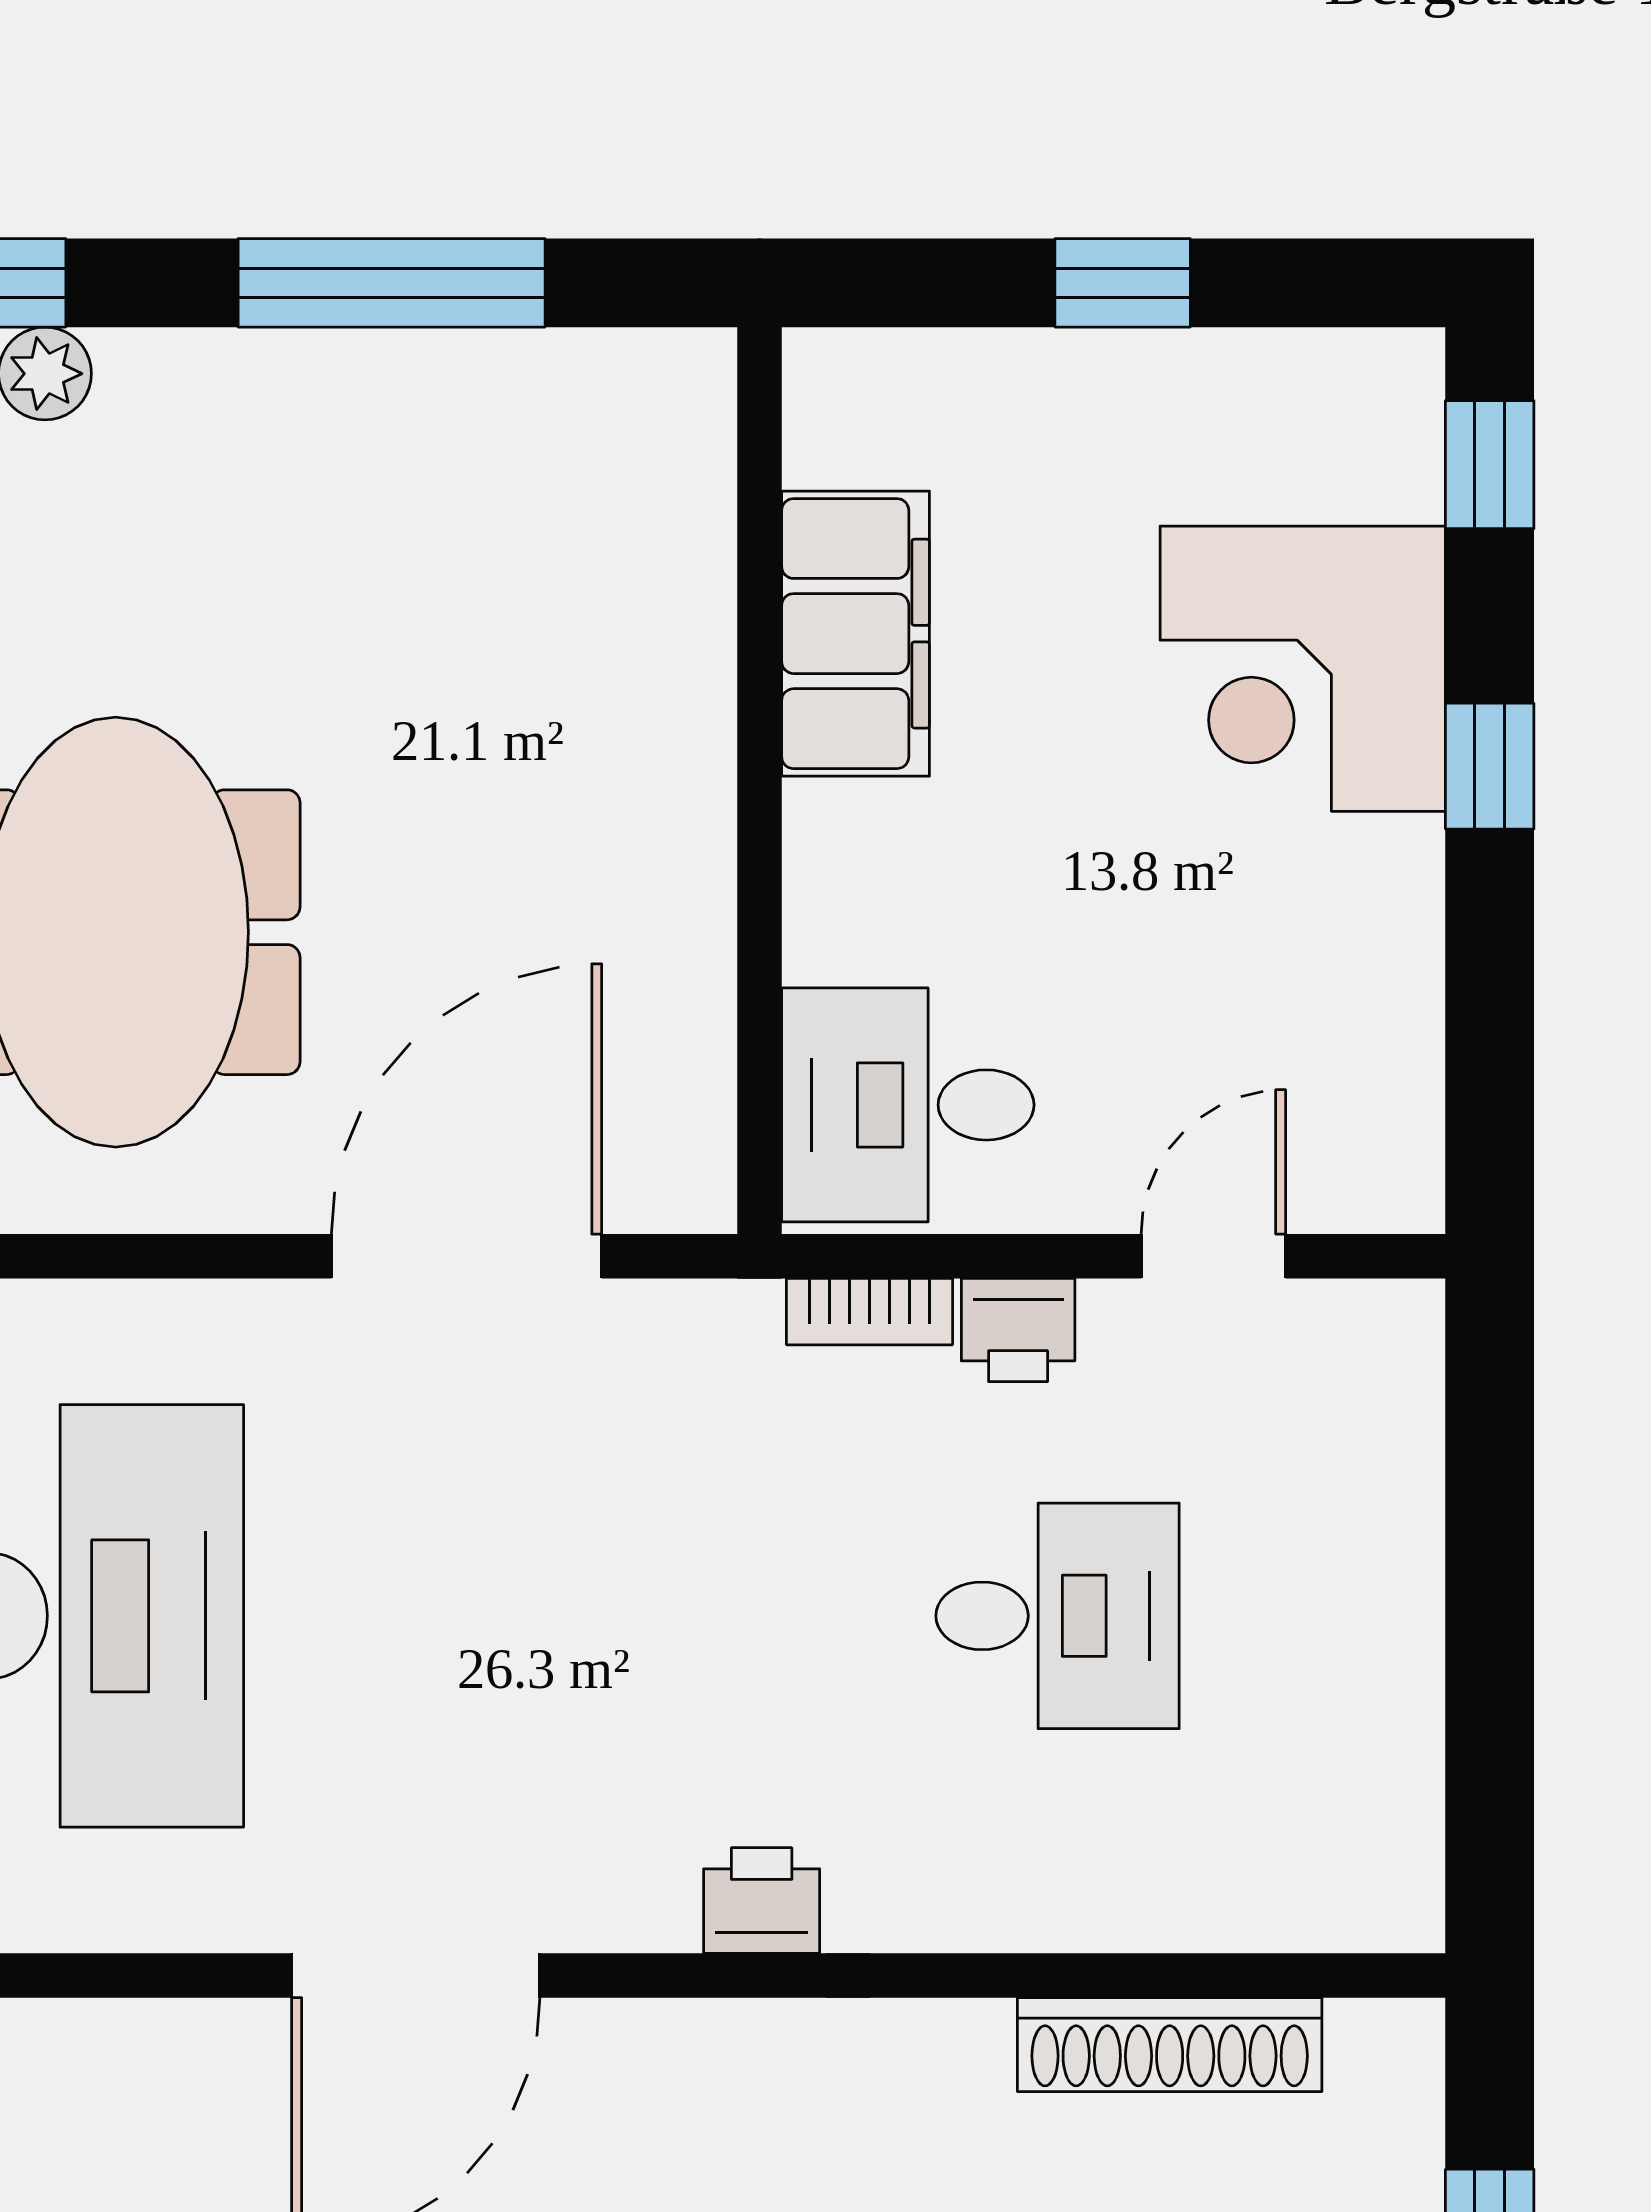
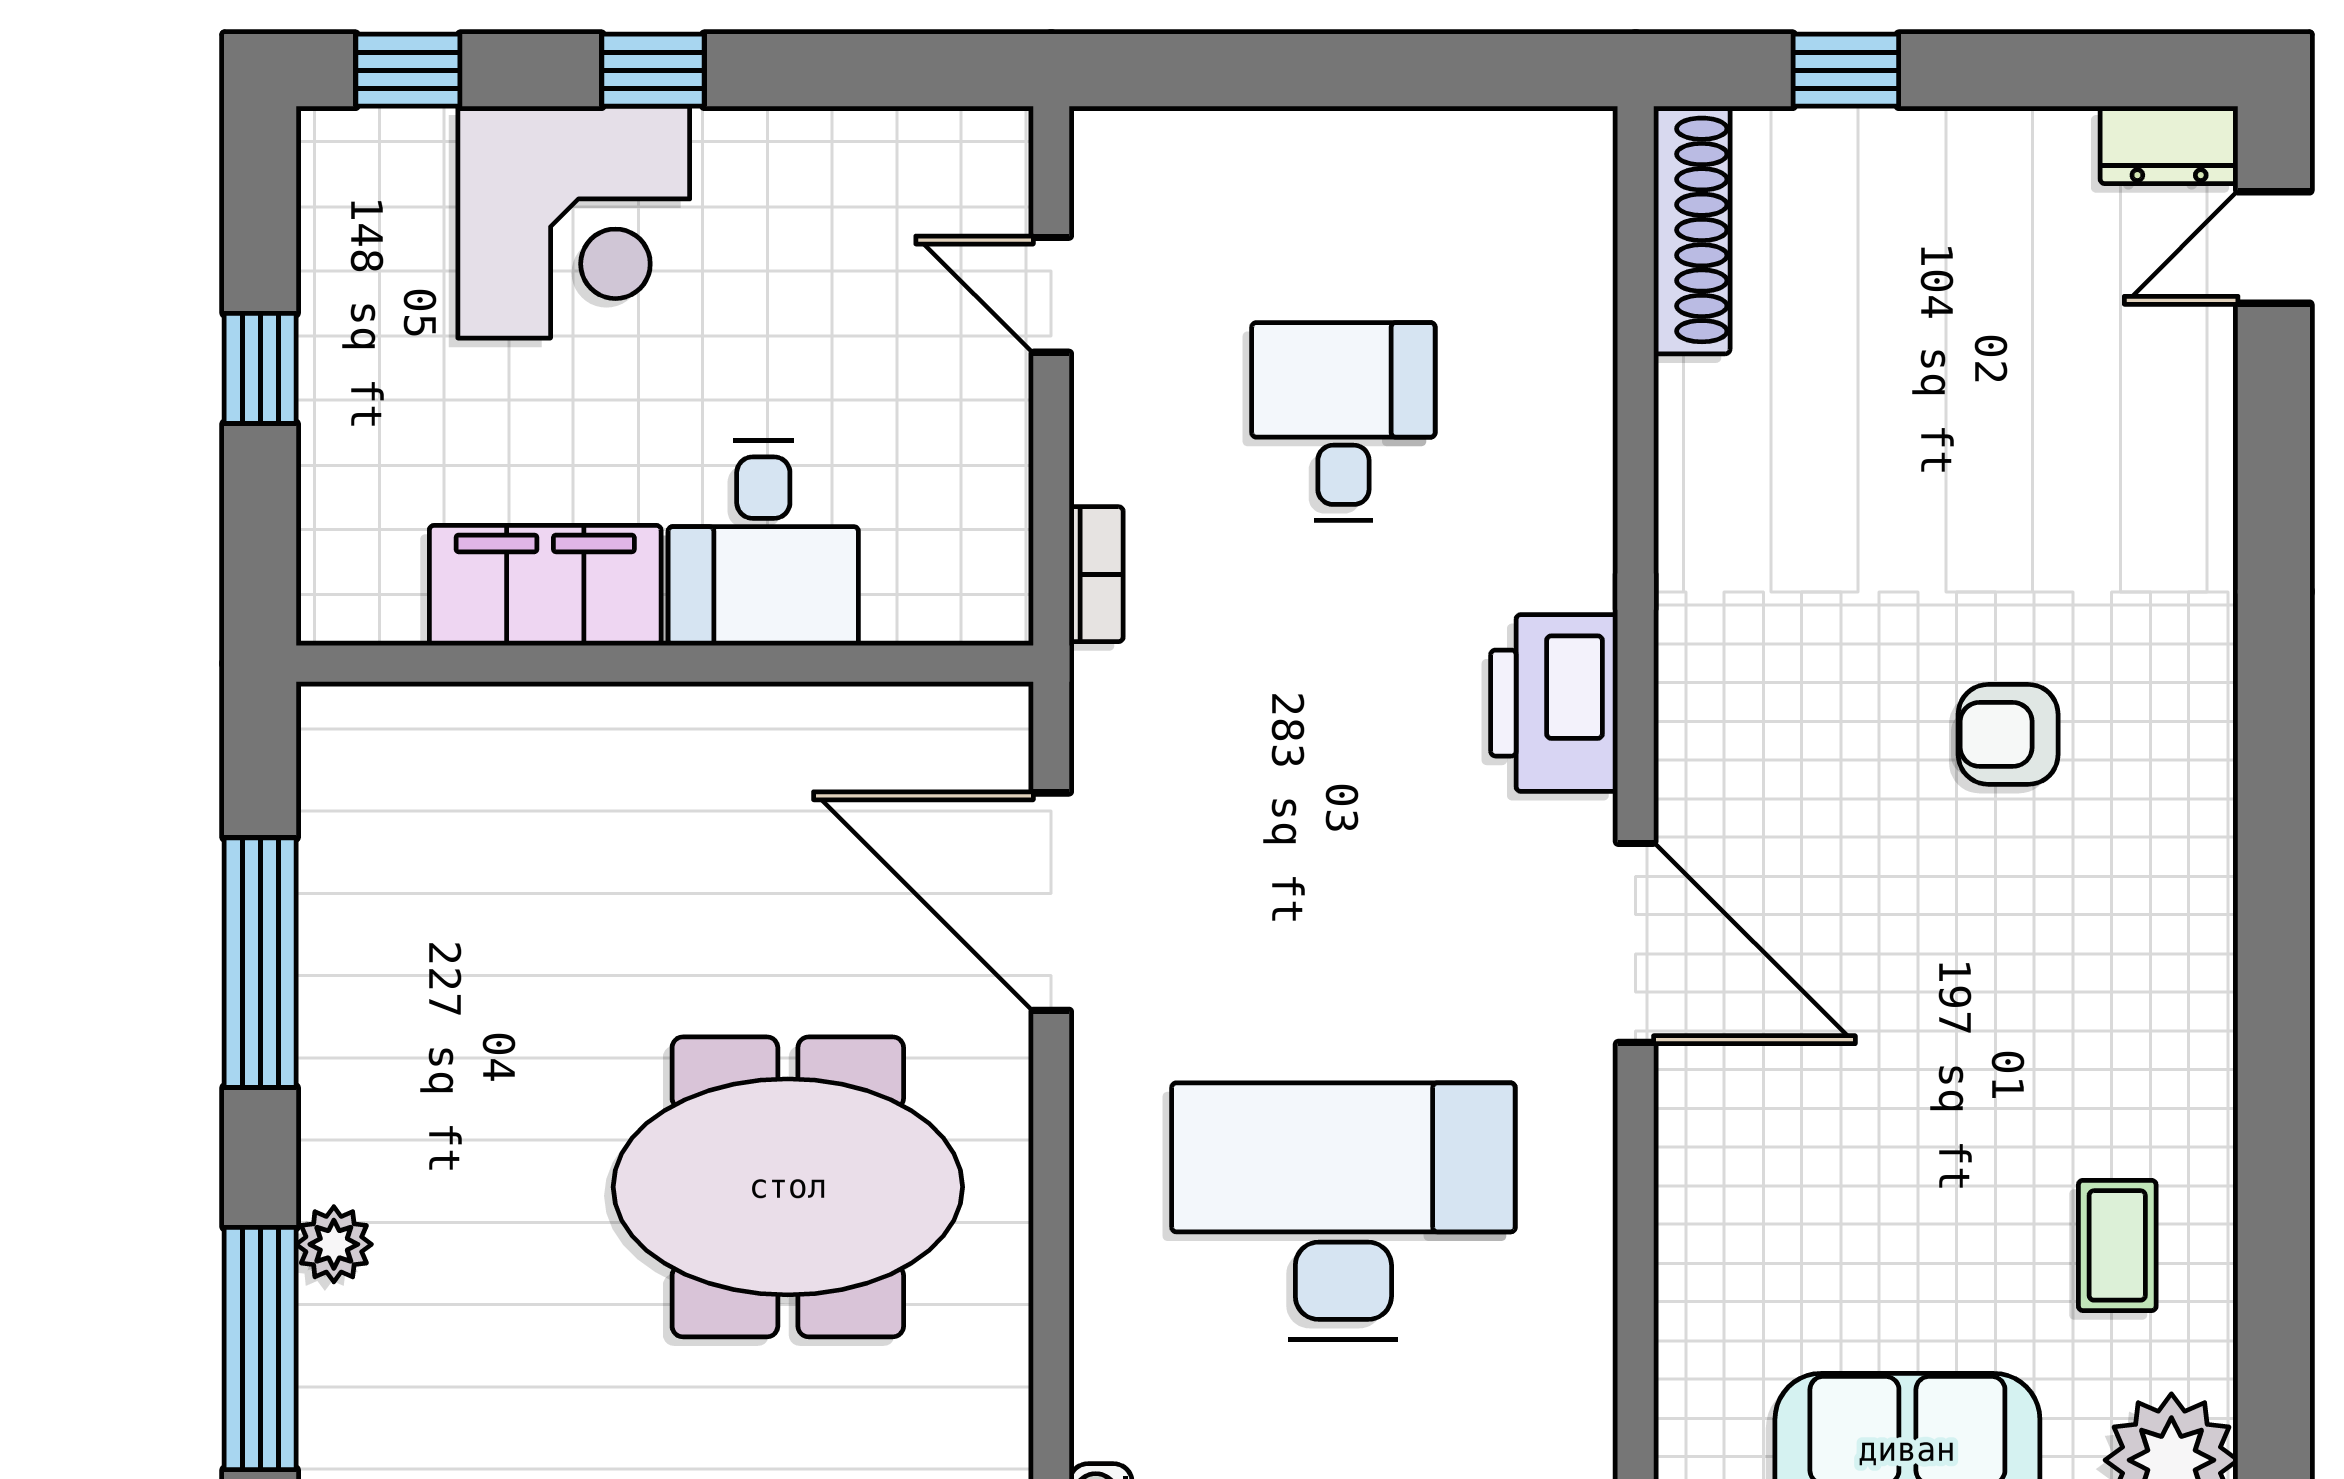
desk: (908, 1105) -> (763, 543), moved
printer: (1018, 1330) -> (1111, 453), removed
printer: (762, 1901) -> (1554, 703), width x1.87, depth x1.48
shoe rack: (1170, 2045) -> (1692, 230), moved

